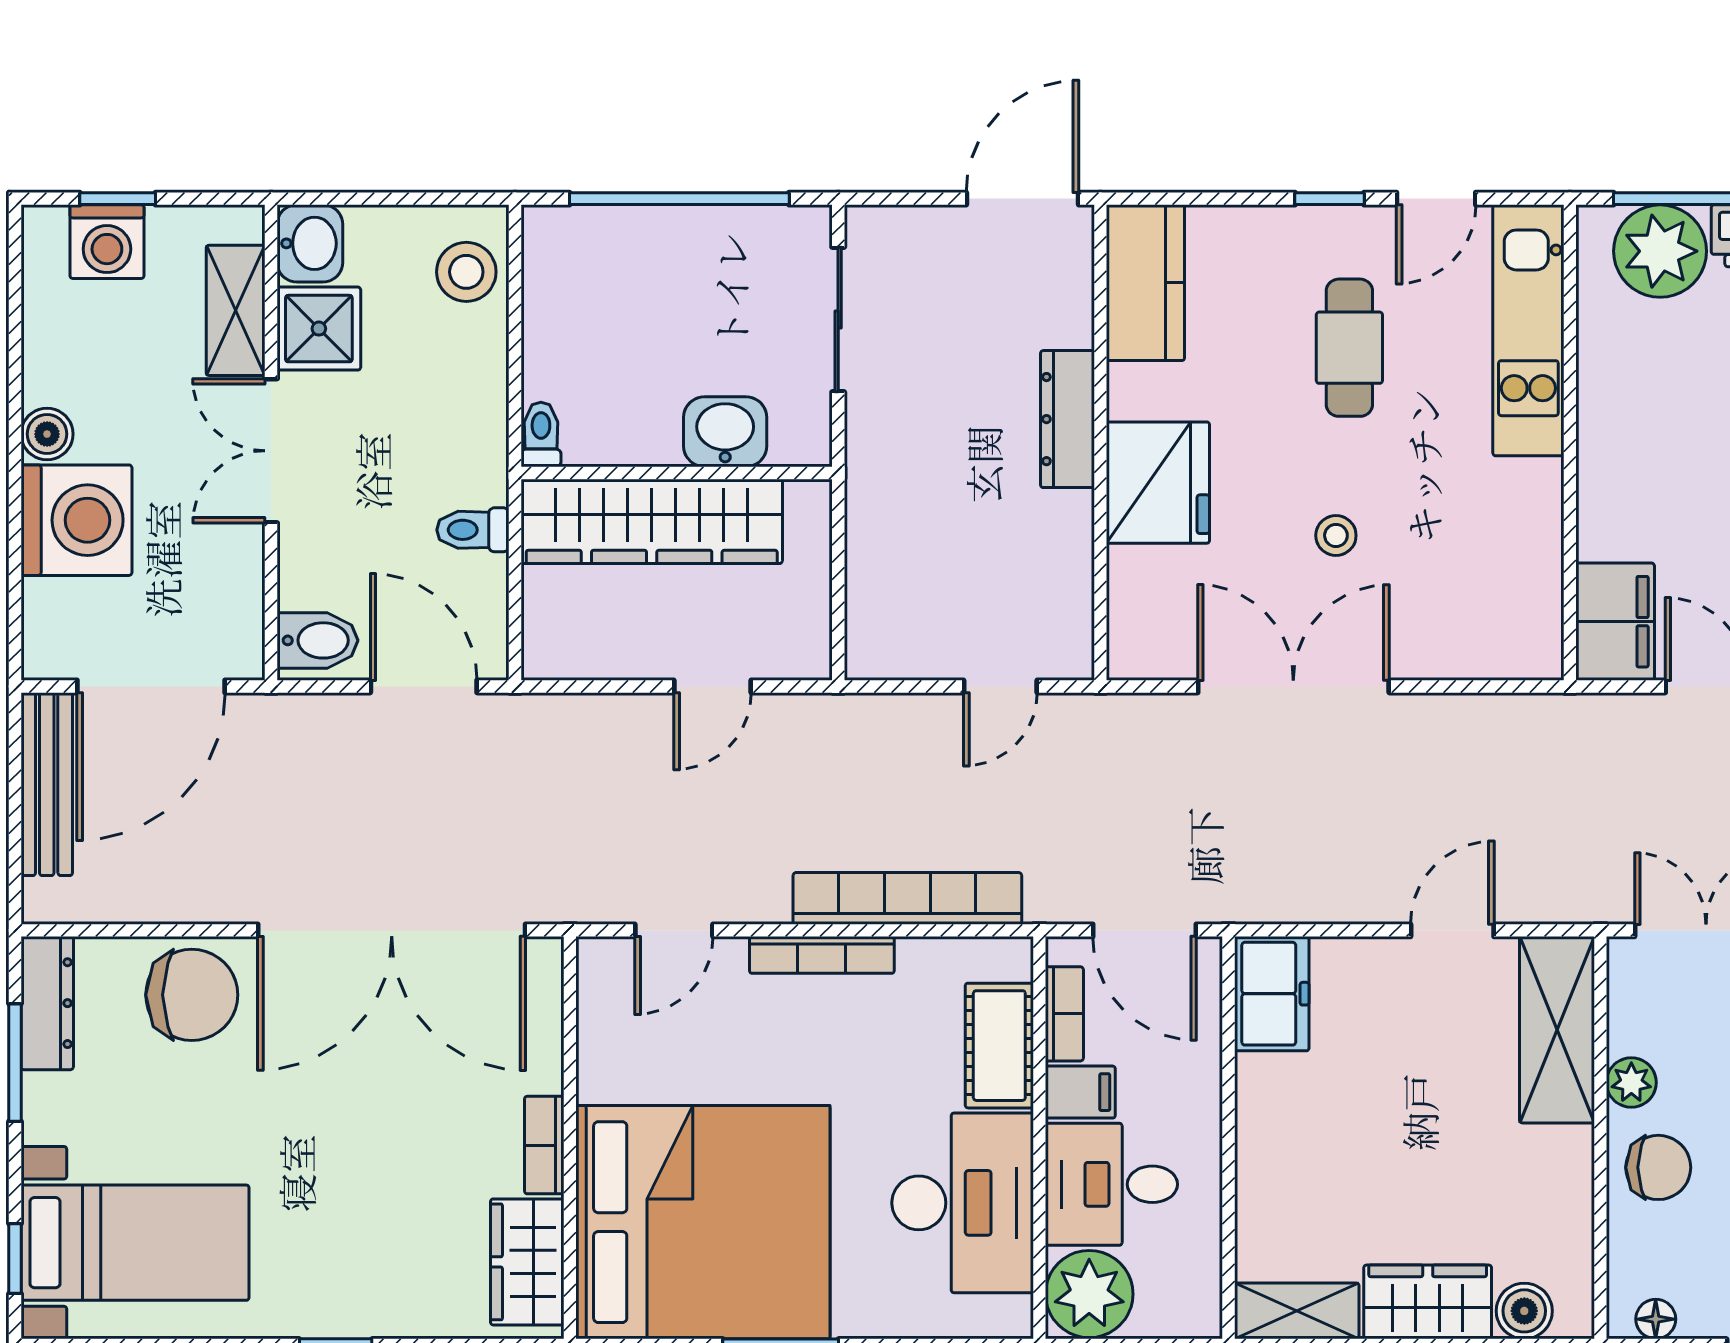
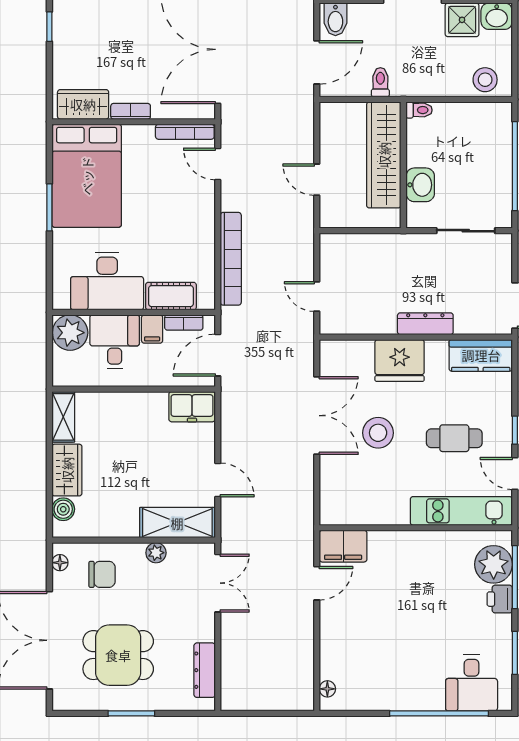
stool: (1336, 535) -> (378, 433), width x1.89, depth x1.89
bookcase: (822, 955) -> (185, 132), moved, turned -90
chair: (1658, 1167) -> (102, 574), moved, turned -90
bed: (703, 1222) -> (87, 176), width x0.73

